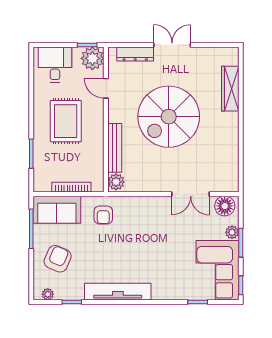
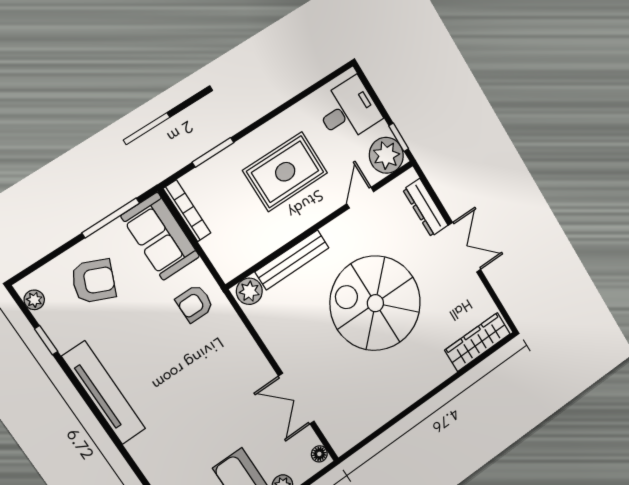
wardrobe: (230, 89) -> (478, 342), moved
bookcase: (71, 187) -> (187, 211), moved
floor lamp: (225, 206) -> (319, 454), width x0.53, depth x0.53

